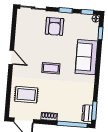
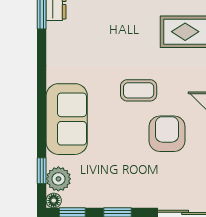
armchair: (55, 26) -> (167, 134), moved
plant: (93, 29) -> (58, 179), added

